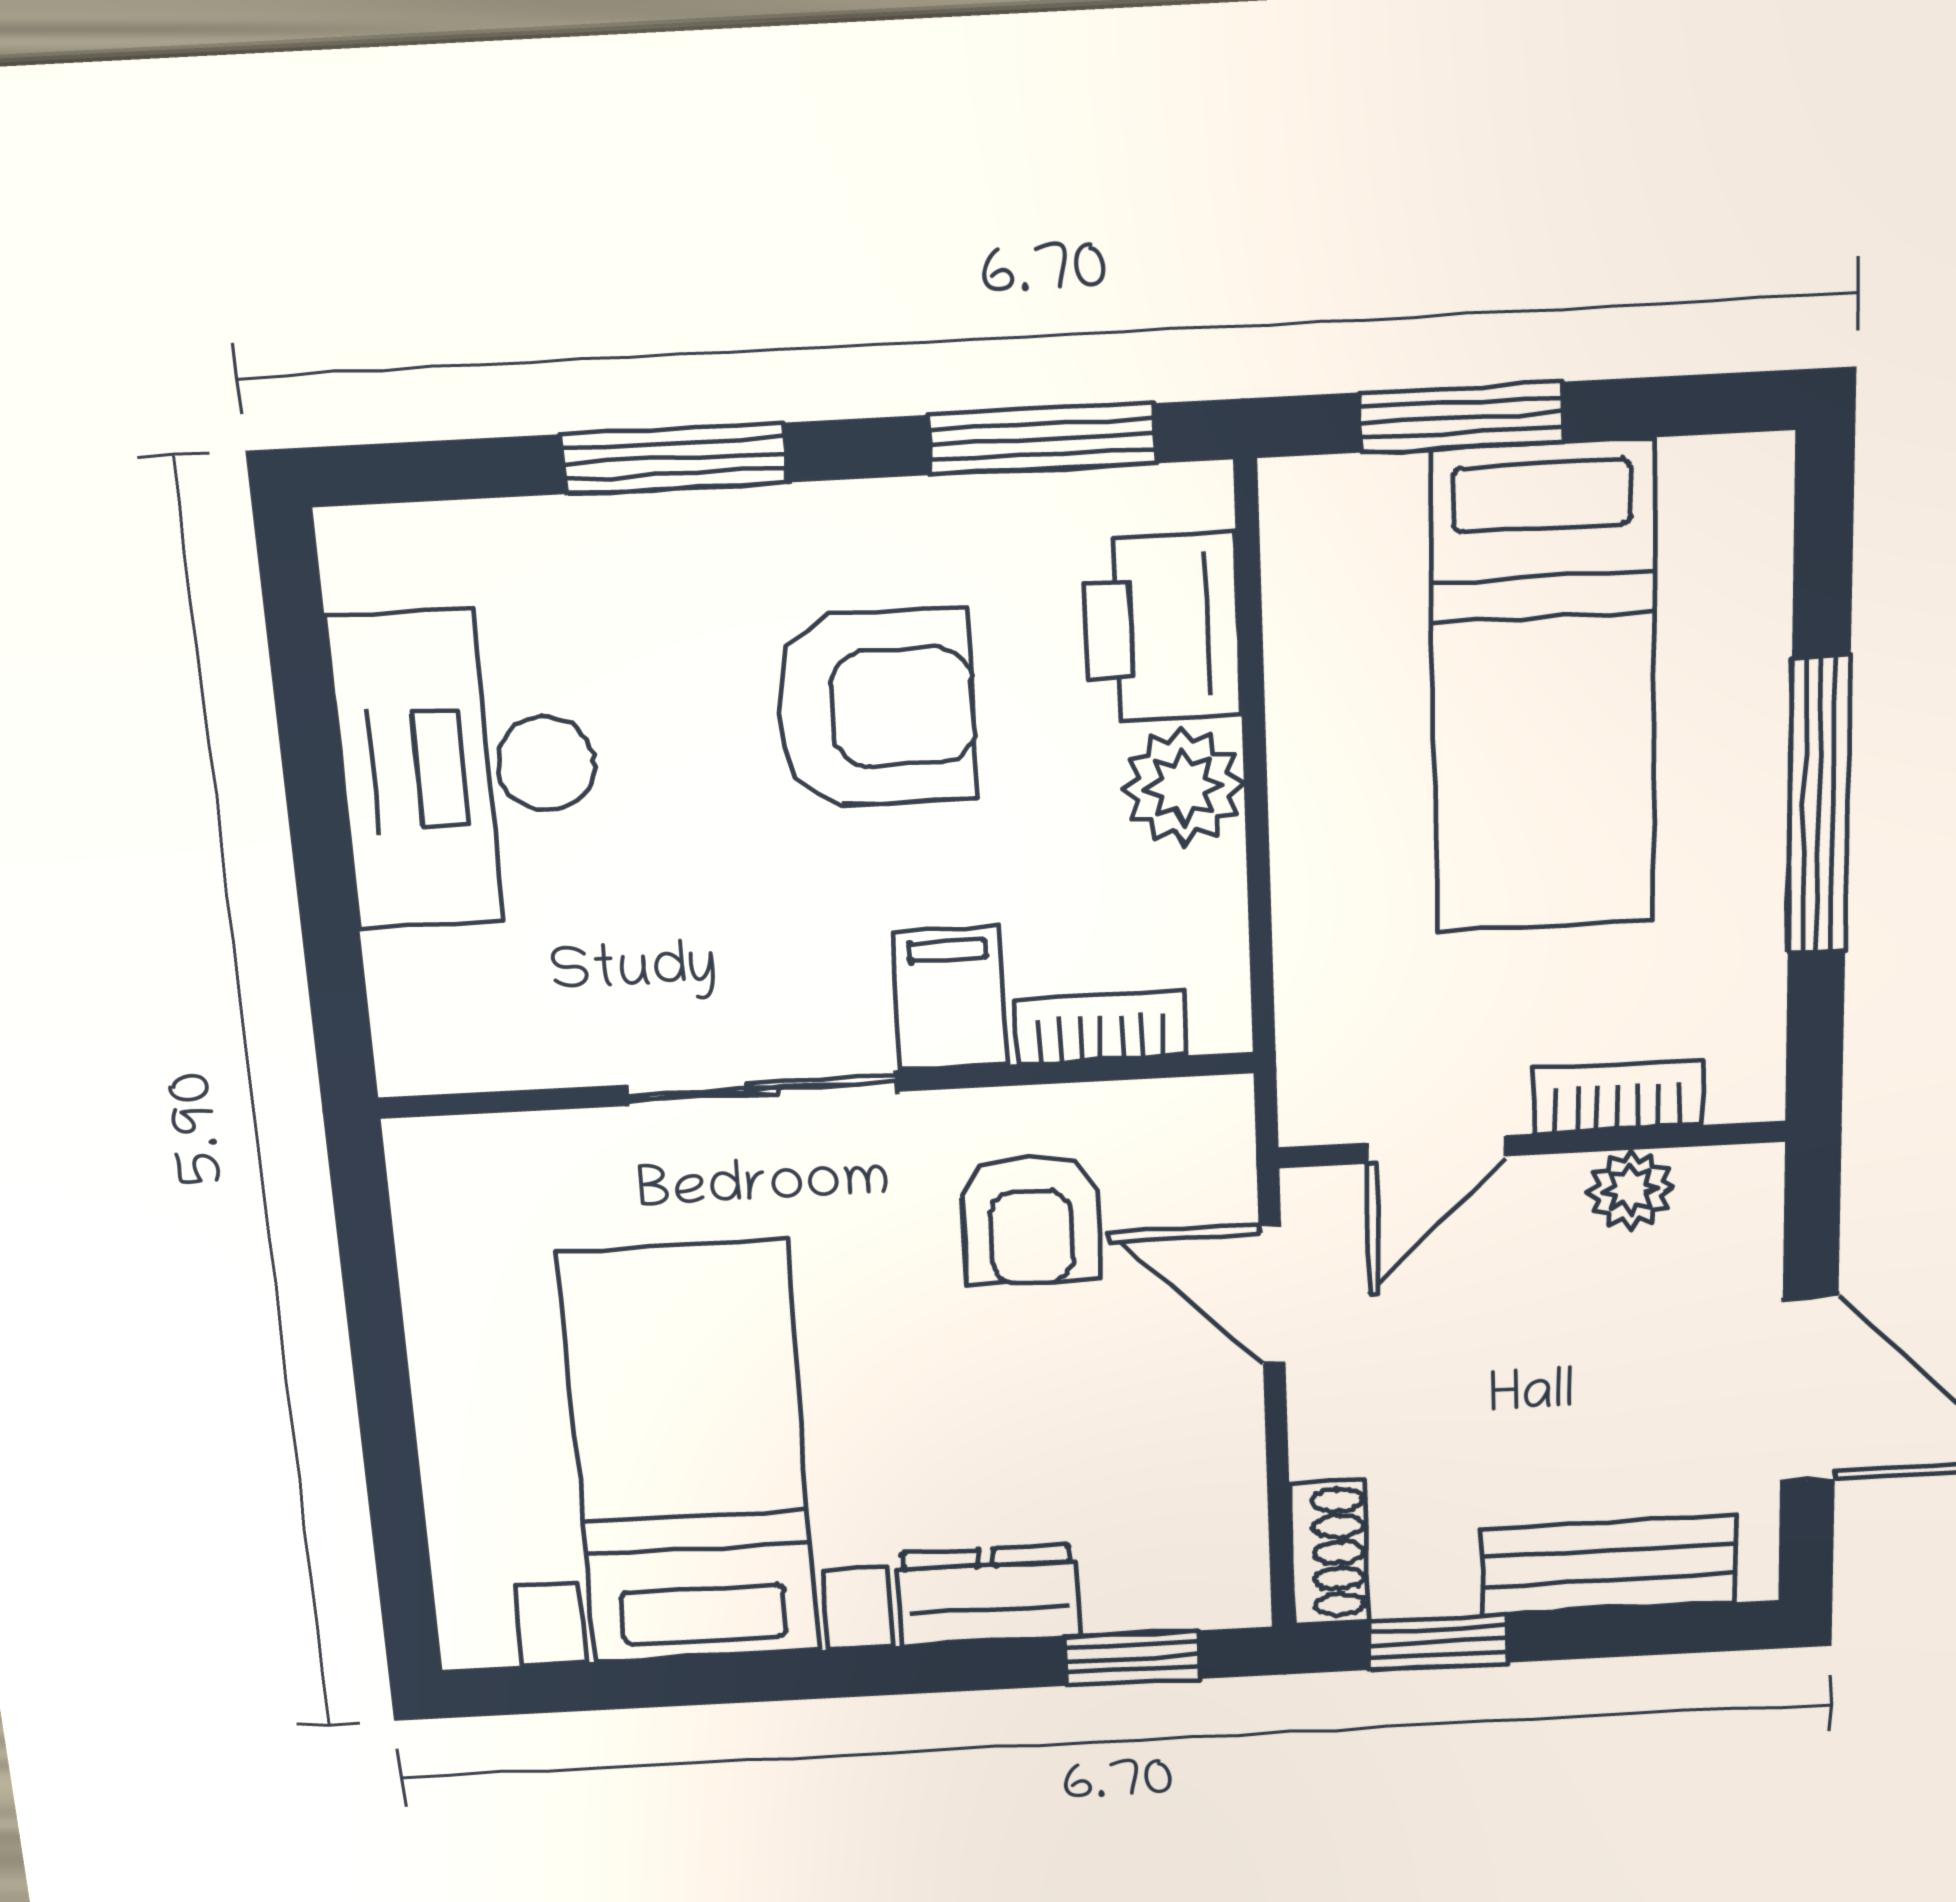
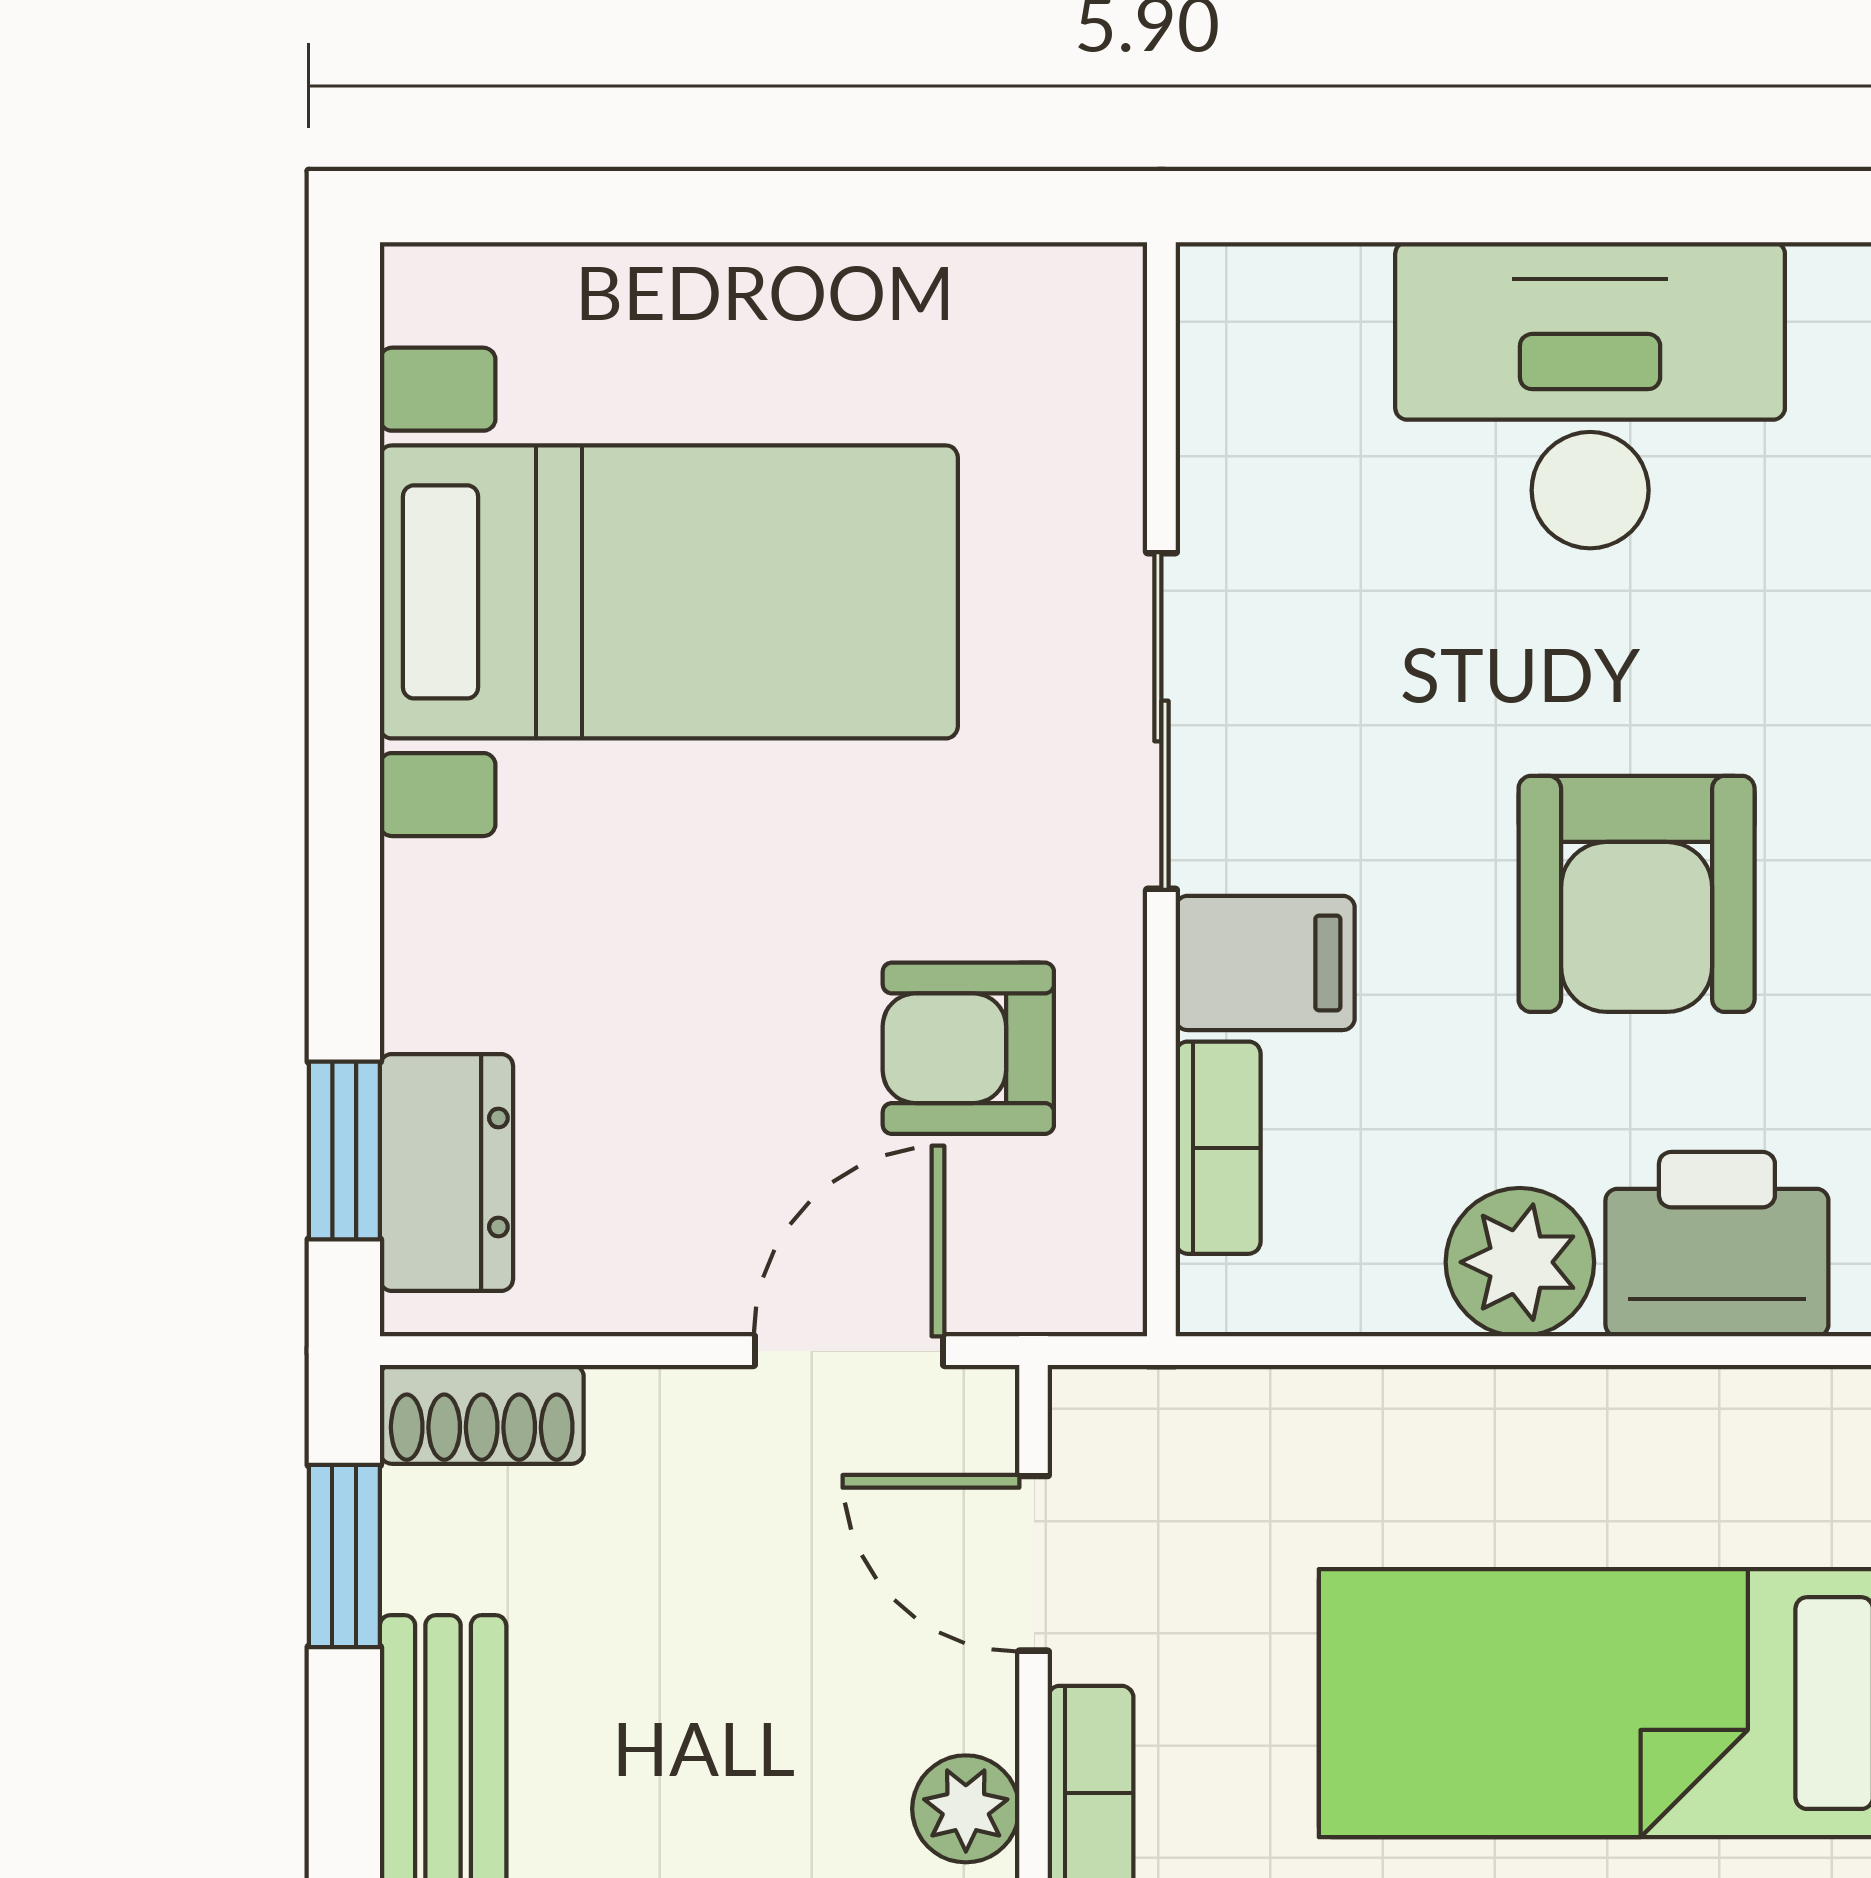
dresser: (988, 1595) -> (446, 1172), moved

